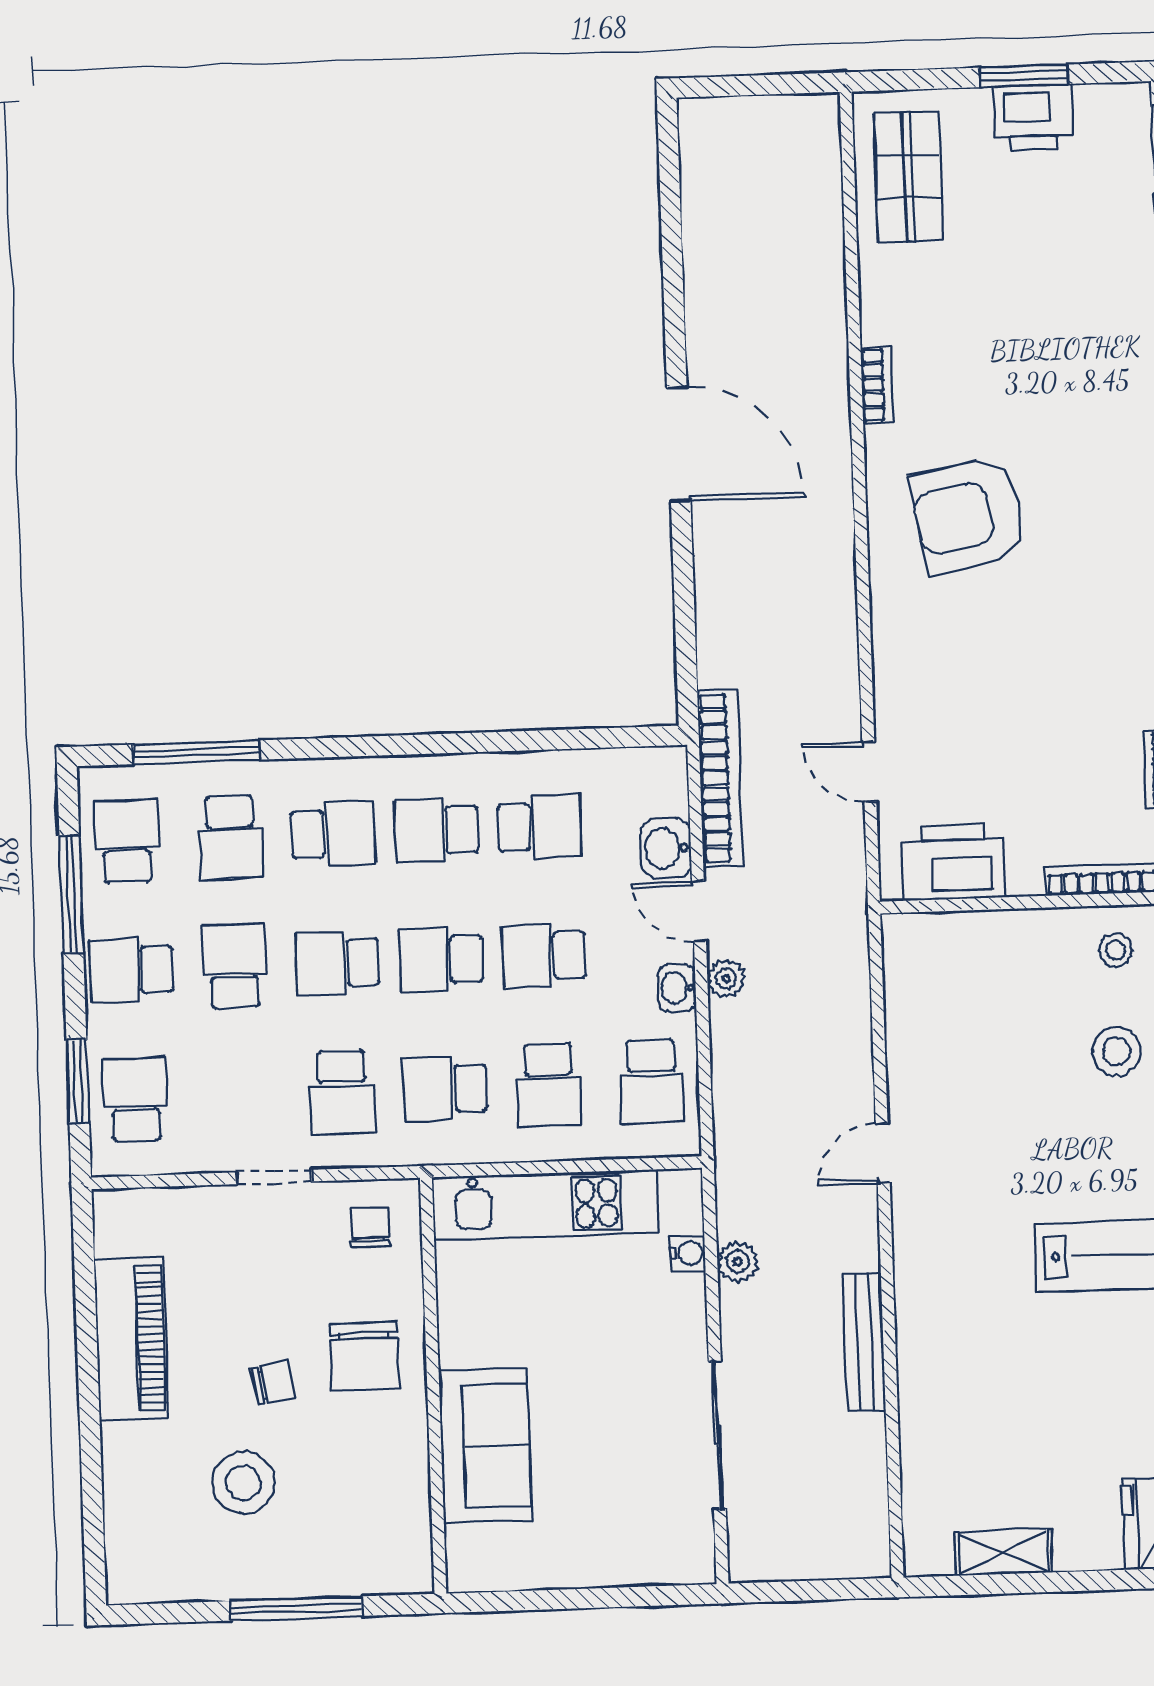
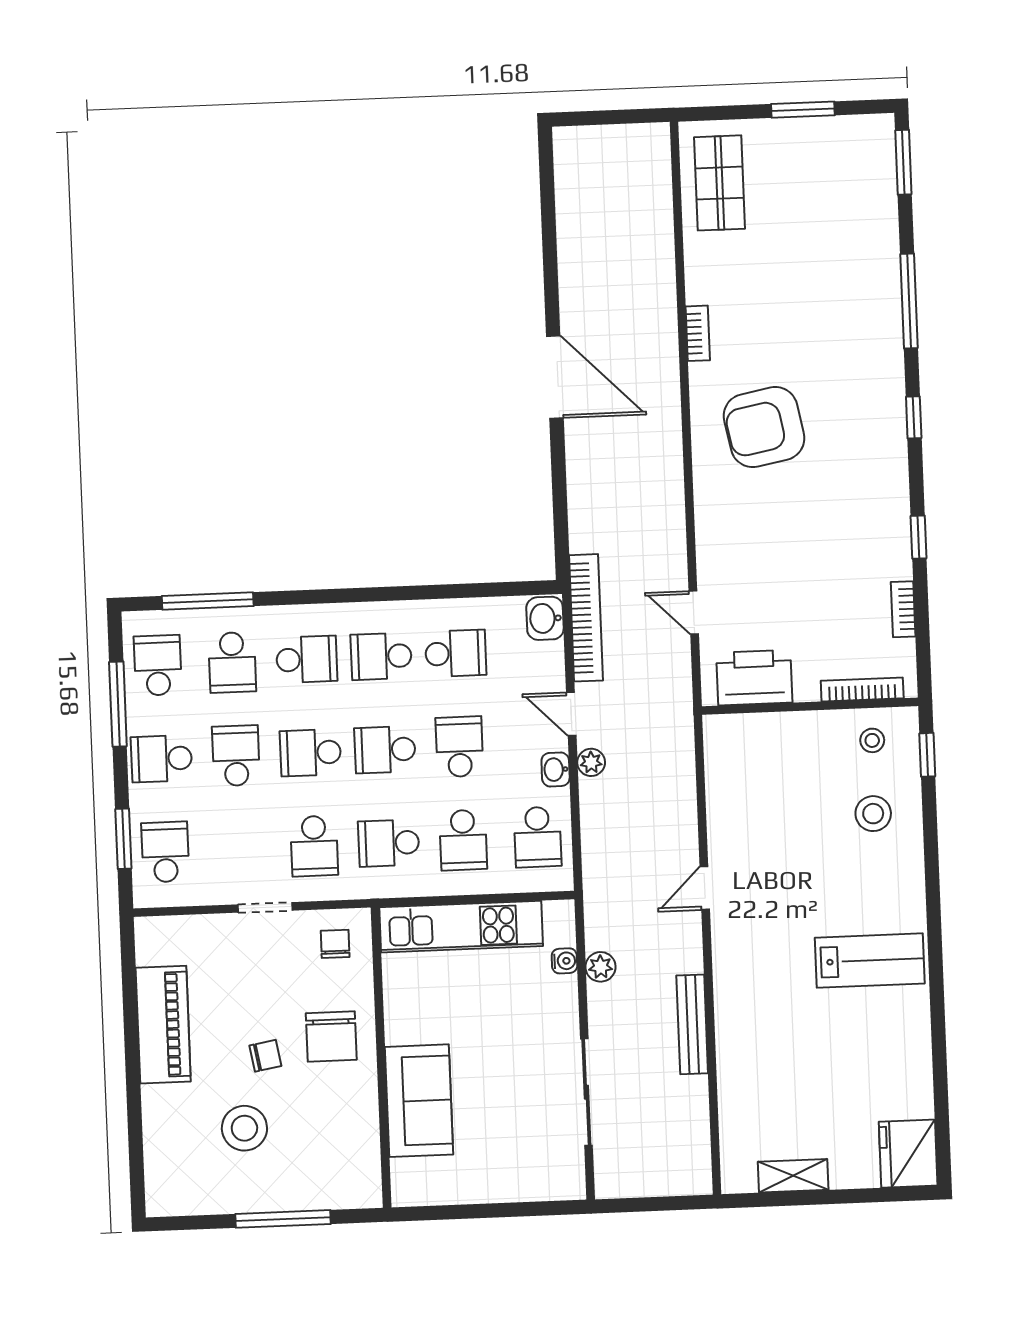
printer: (1033, 117) -> (810, 139), removed
washbasin: (666, 848) -> (545, 618), moved
school desk: (544, 956) -> (459, 747), turned 90

